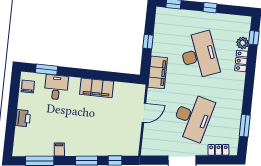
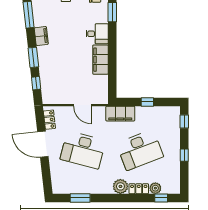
plant: (237, 81) -> (120, 186), added
desk: (56, 87) -> (97, 34), moved
filing cabinet: (59, 150) -> (41, 36), width x2.00
locker: (218, 150) -> (49, 120), moved

